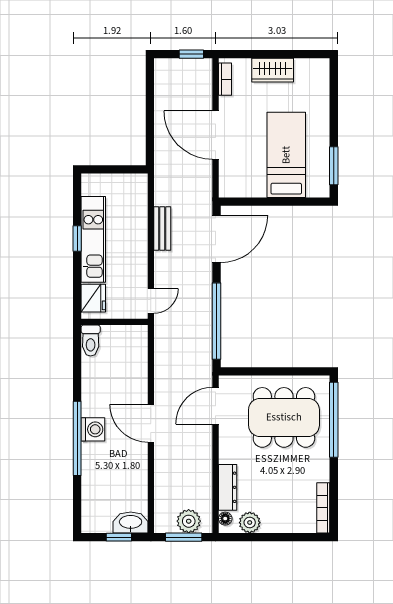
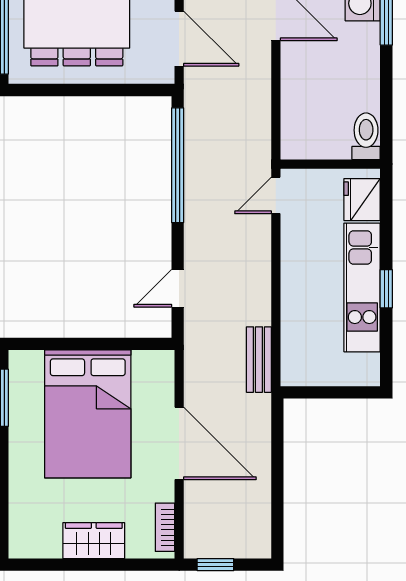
bed: (286, 155) -> (88, 414), width x1.50
bench: (162, 228) -> (259, 360), moved
door: (217, 239) -> (178, 288), width x0.53
door: (216, 406) -> (179, 39), hinge flipped

